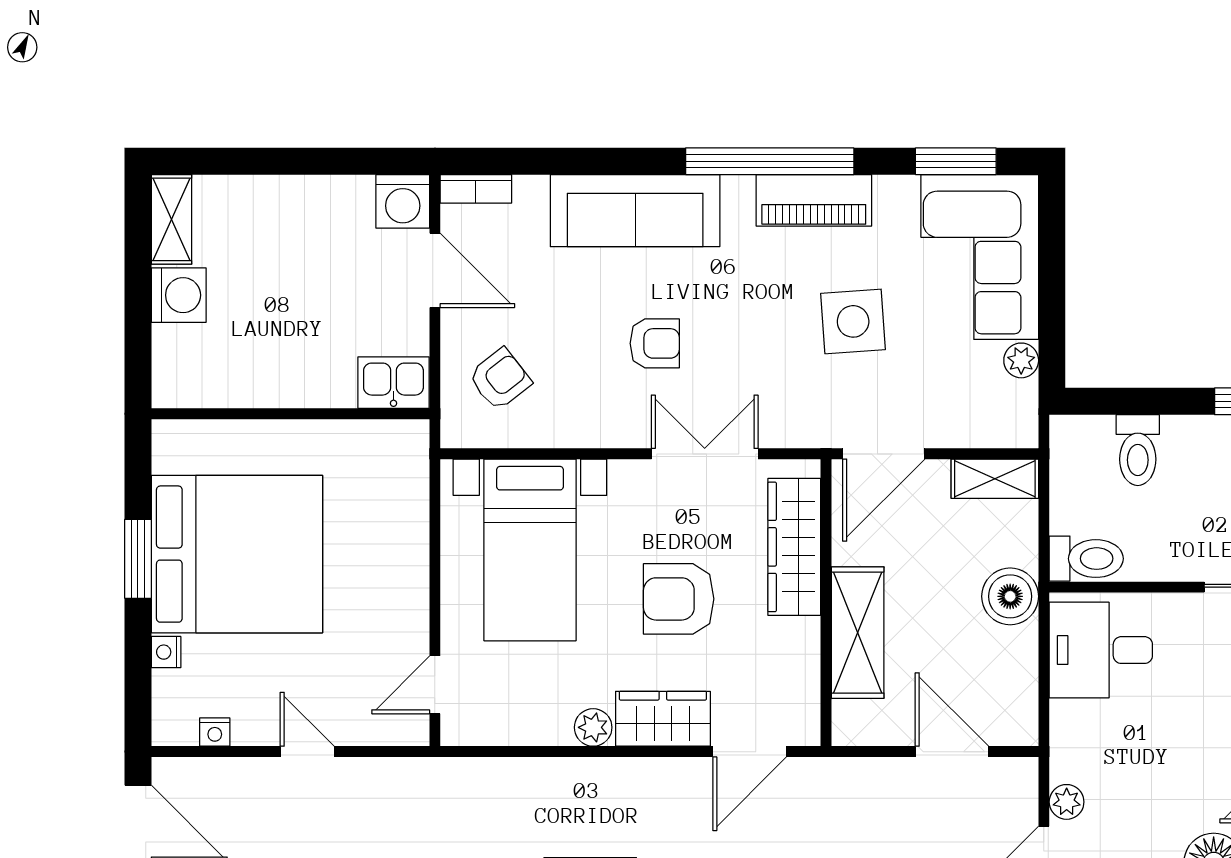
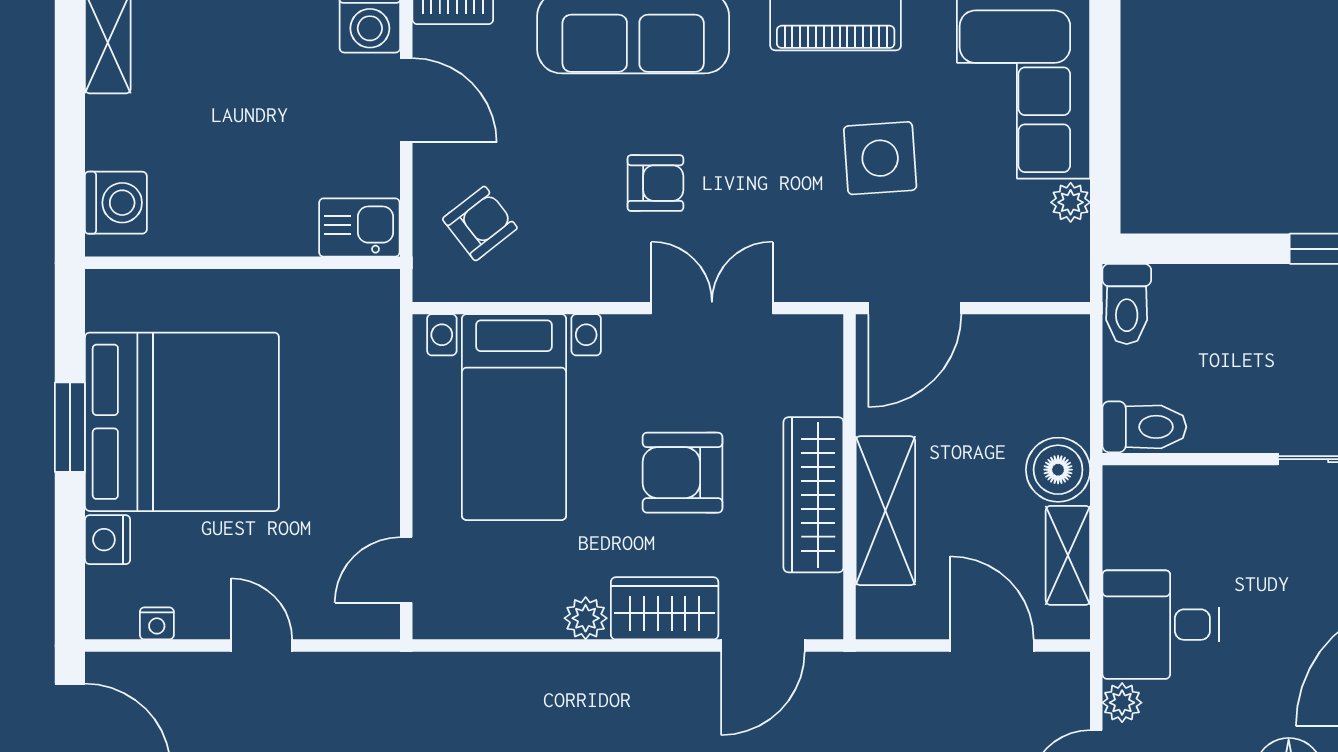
washing machine: (179, 295) -> (116, 203), moved
toilet: (1138, 450) -> (1127, 304), moved
shelving: (995, 479) -> (1068, 555), moved, turned 90
wardrobe: (794, 547) -> (813, 495), moved
desk: (1101, 650) -> (1161, 625), moved
nightstand: (166, 652) -> (108, 540), width x1.39, depth x1.35

